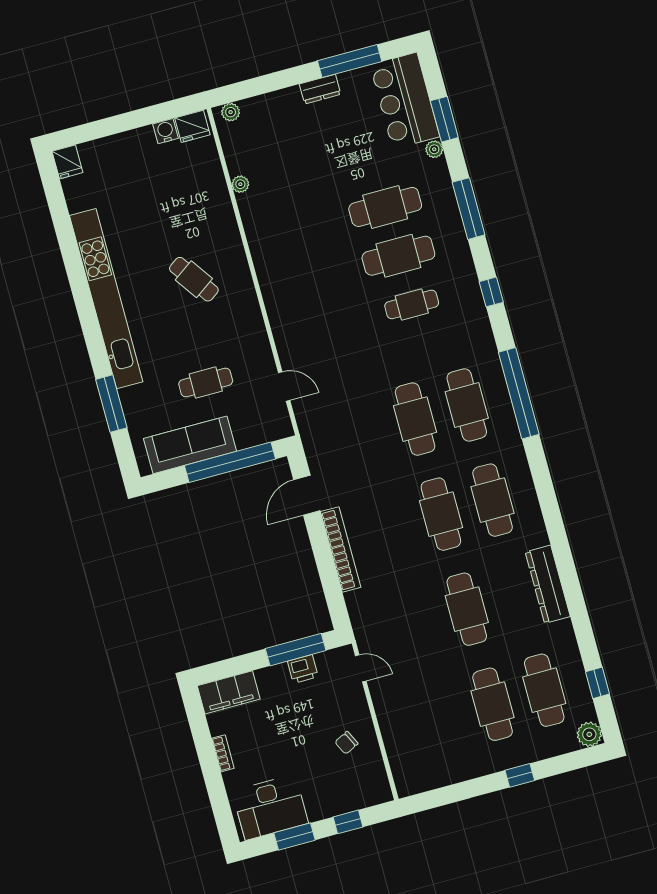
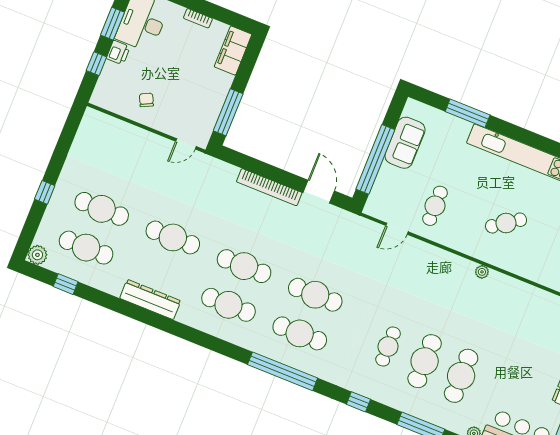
plant: (240, 184) -> (482, 272), moved
cafe table: (206, 382) -> (435, 206), moved
sofa: (190, 445) -> (405, 143), width x0.73
printer: (303, 669) -> (118, 53), moved, turned 180

